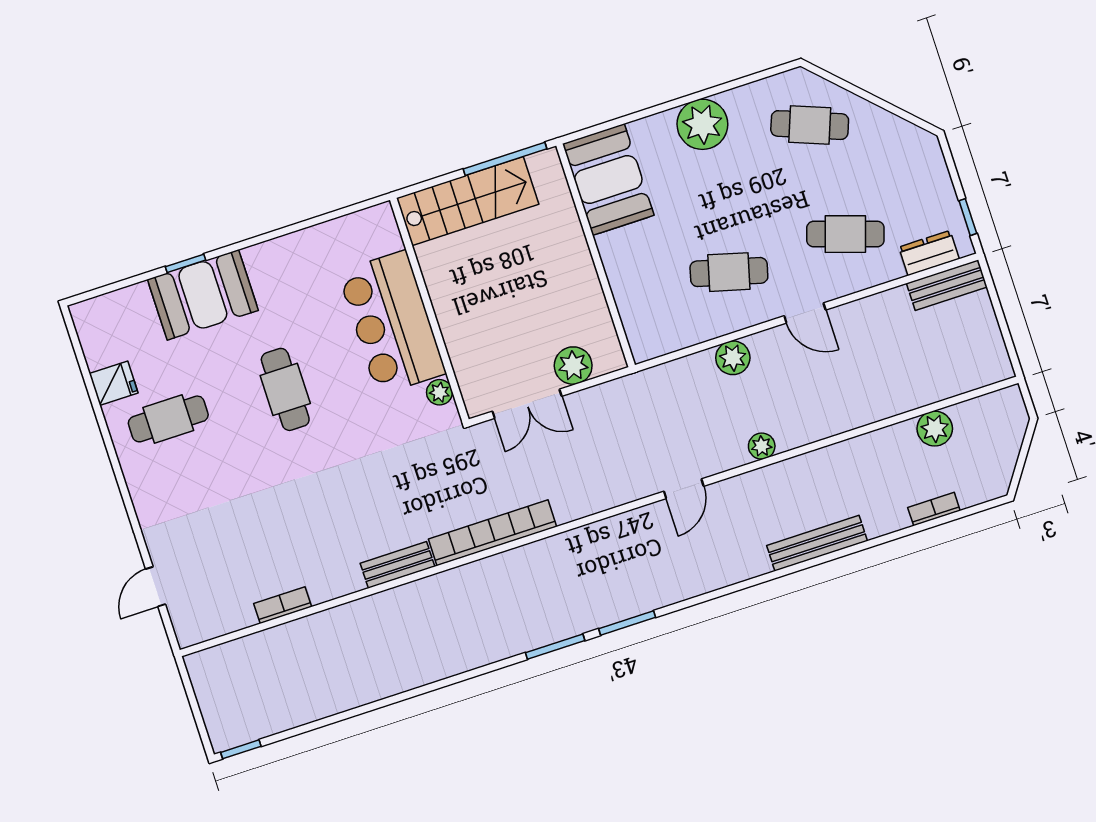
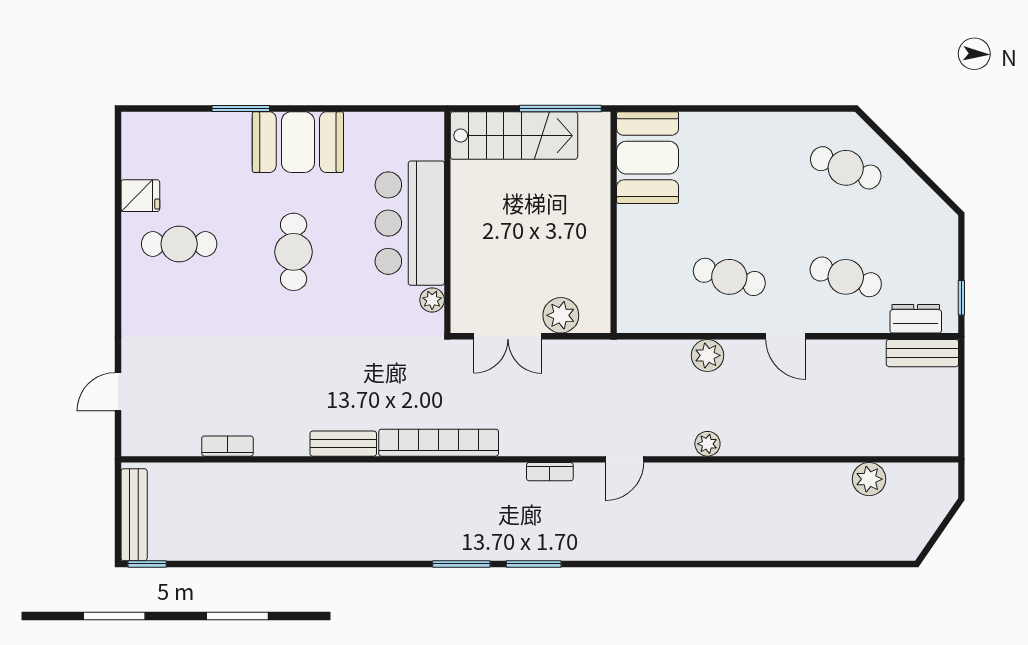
plant: (702, 124) -> (749, 136), removed
window: (186, 263) -> (241, 108), width x1.50
booth: (203, 295) -> (298, 142), moved
bookcase: (934, 509) -> (550, 472), moved, turned 180
bench: (817, 543) -> (134, 515), moved, turned 90

